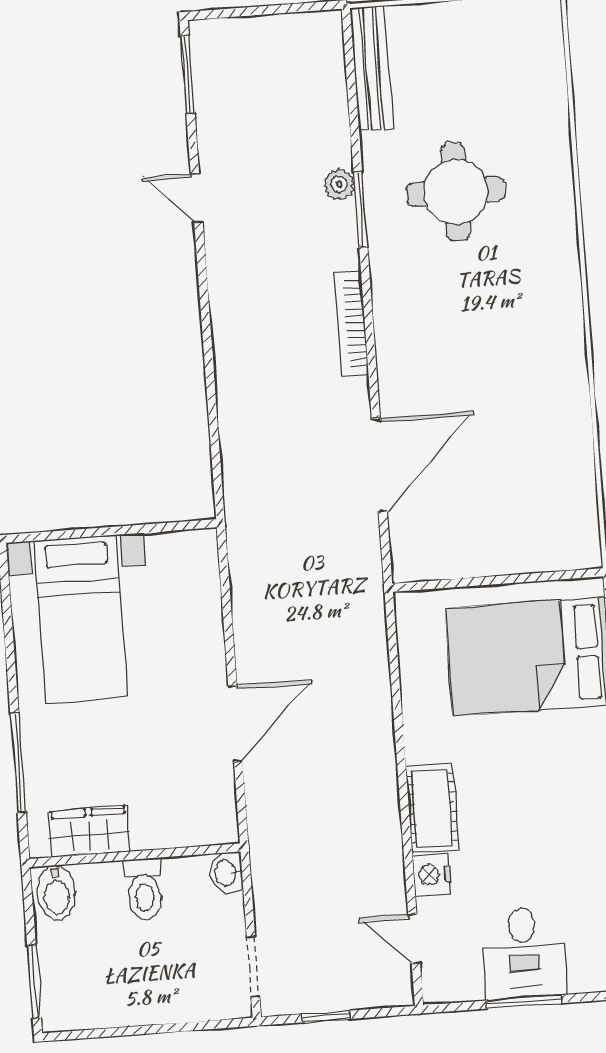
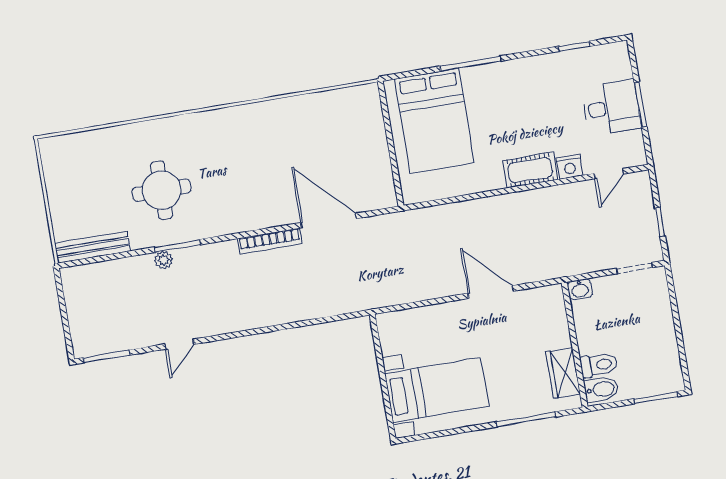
bookcase: (351, 324) -> (270, 241), moved
toilet: (144, 889) -> (599, 365), moved

